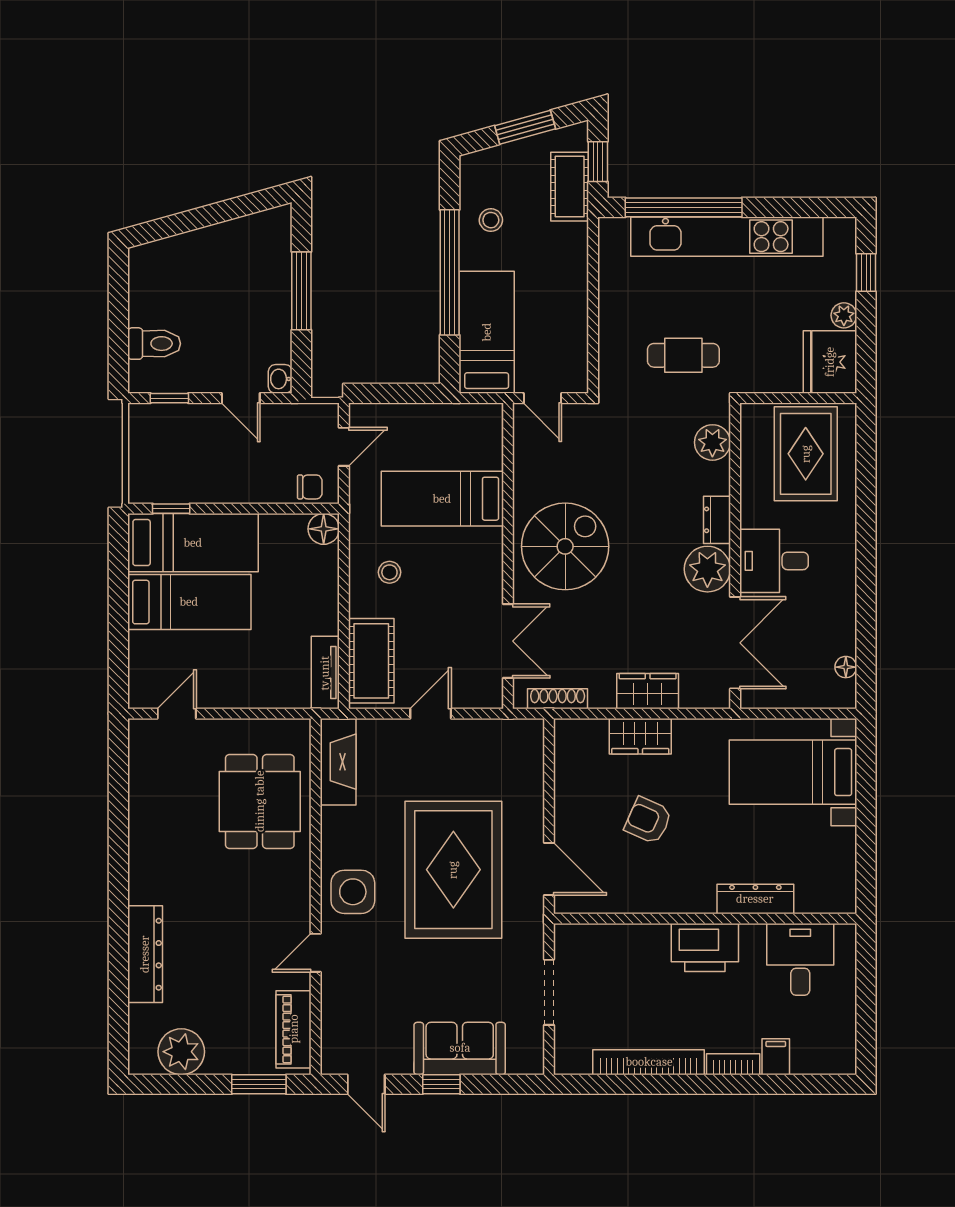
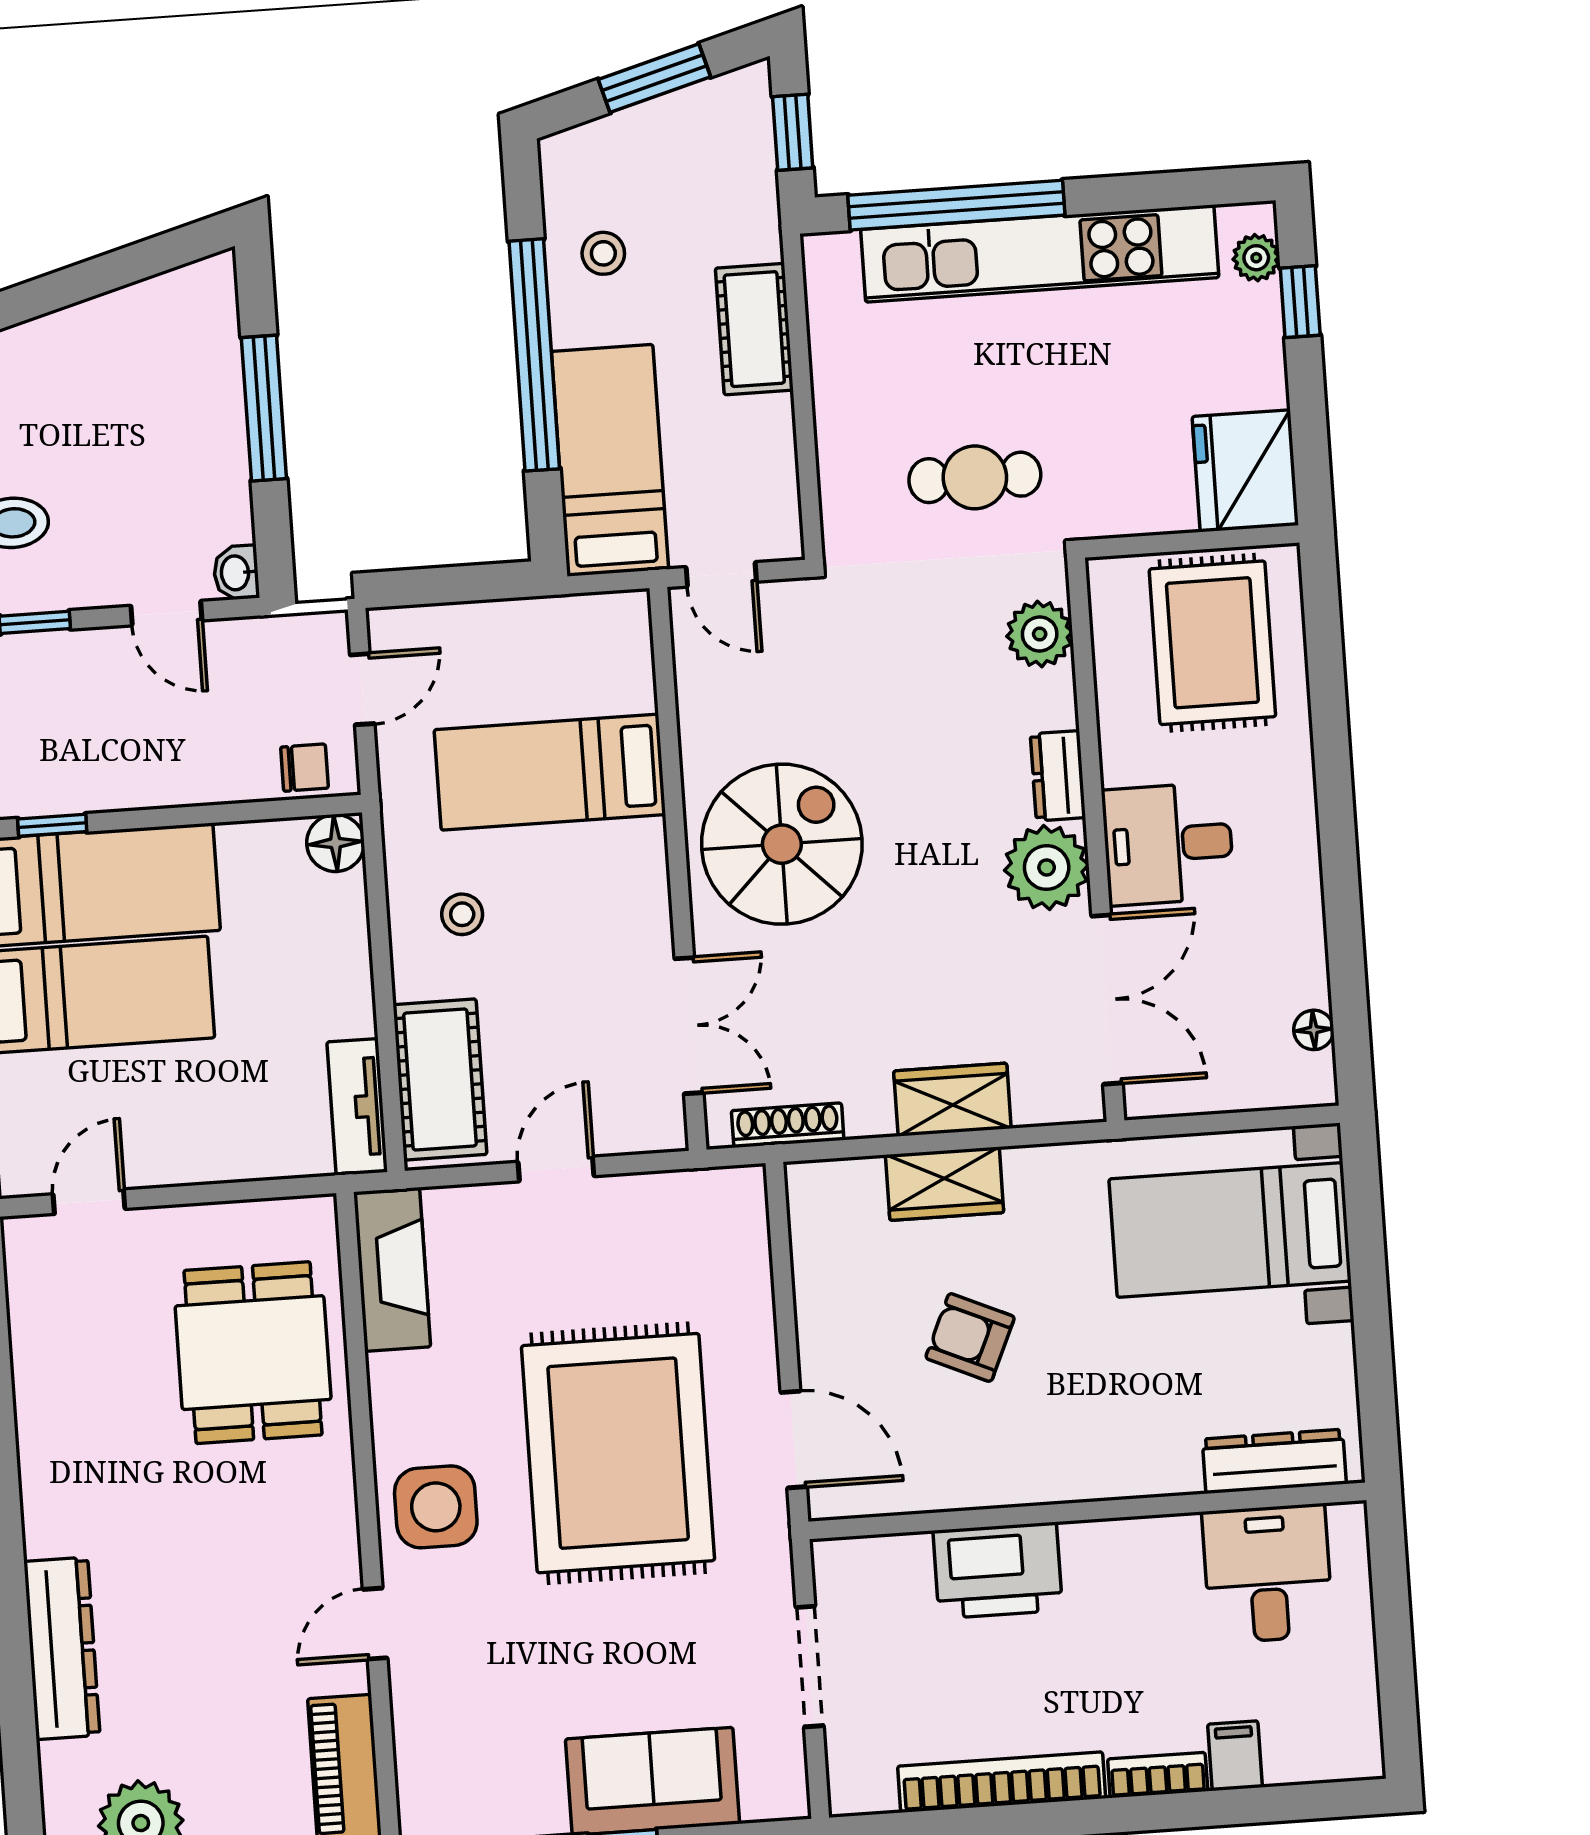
cot: (570, 187) -> (754, 329), moved
plant: (844, 315) -> (1256, 258), moved
dresser: (755, 899) -> (1274, 1461), moved
printer: (705, 947) -> (998, 1570), moved

